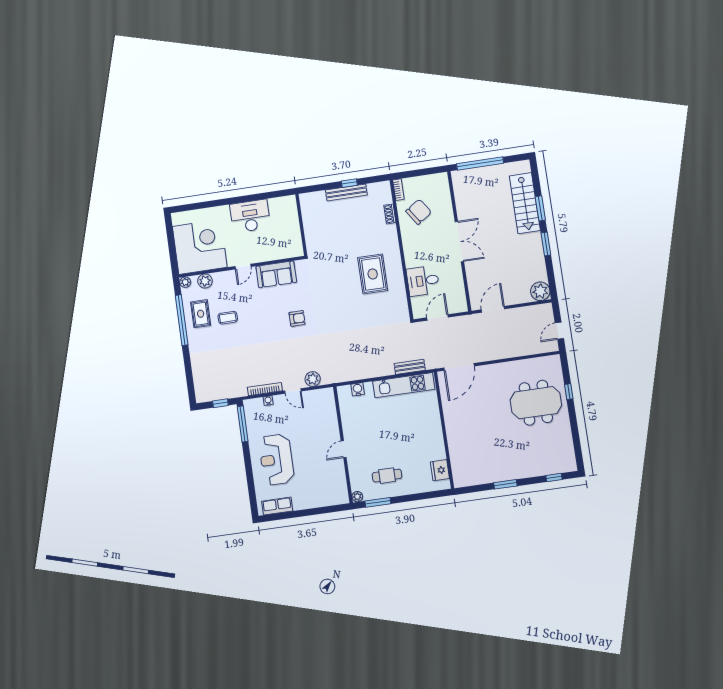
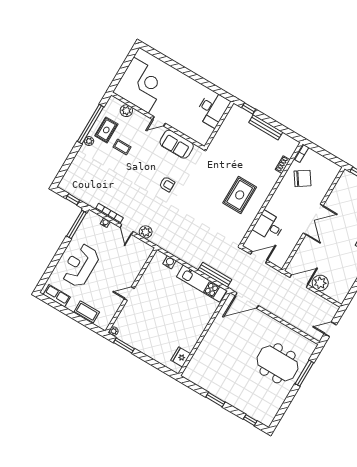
window: (349, 183) -> (249, 108), moved
desk: (250, 216) -> (212, 109), moved, turned 90
plant: (185, 282) -> (89, 141), moved
plant: (540, 291) -> (320, 283), moved
bench: (410, 367) -> (215, 275), width x1.36
window: (569, 392) -> (304, 373), width x2.17
cafe table: (387, 476) -> (144, 333), removed
coffee table: (317, 498) -> (87, 312), added

